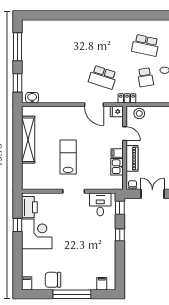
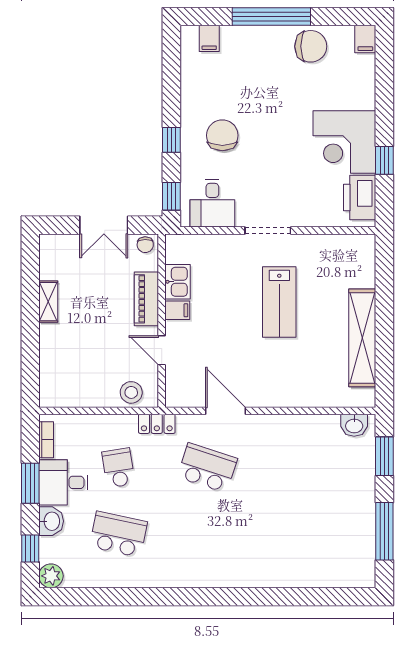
fridge: (117, 112) -> (178, 396), removed
chair: (95, 237) -> (222, 135), added

